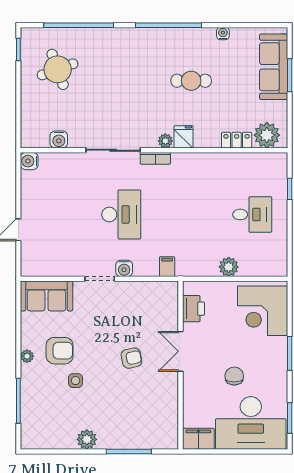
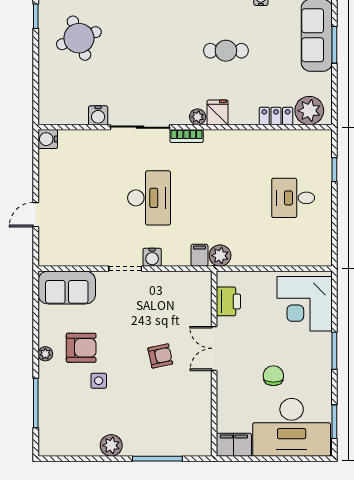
water cooler: (59, 139) -> (98, 115), moved
desk: (252, 214) -> (293, 198), turned 180
plant: (229, 267) -> (220, 256), moved

